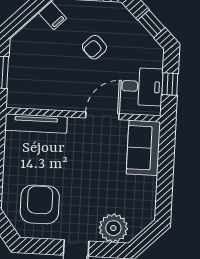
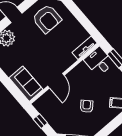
desk: (142, 87) -> (99, 61), moved, turned 90
tv unit: (36, 123) -> (85, 48), width x0.71

